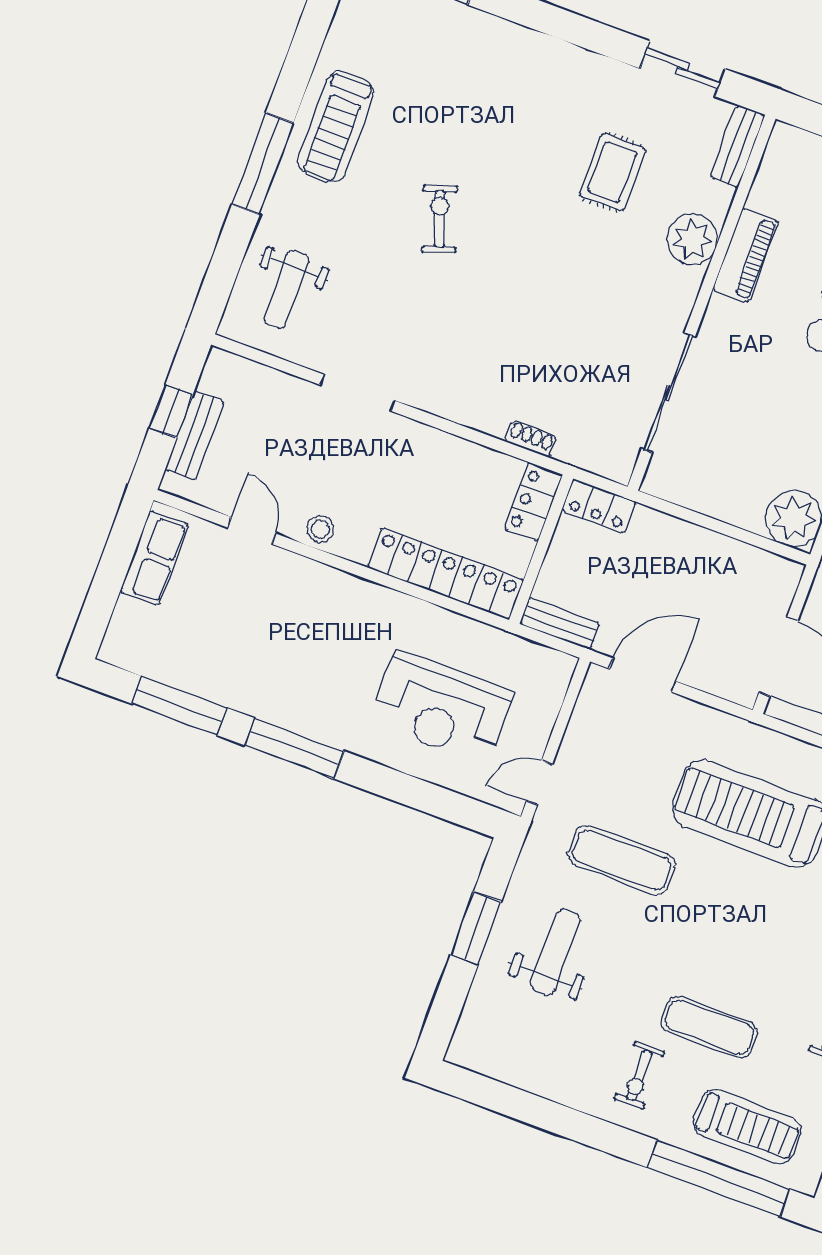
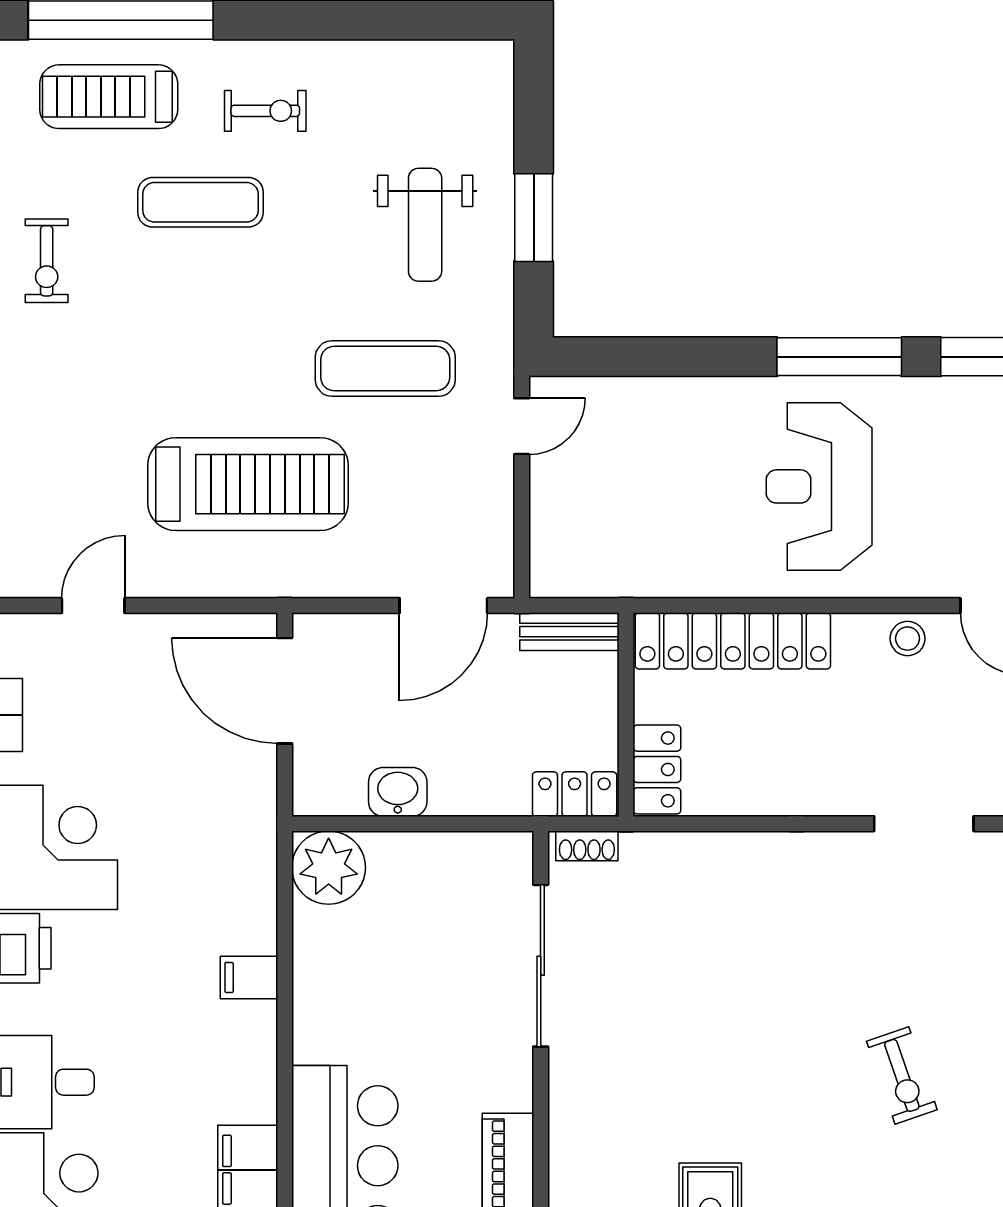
plant: (692, 239) -> (581, 1165), removed
shoe rack: (531, 439) -> (587, 846), moved
washbasin: (724, 554) -> (398, 792), added
reception desk: (441, 707) -> (819, 486), moved, turned -90
exercise bike: (639, 1075) -> (265, 111), turned 90

